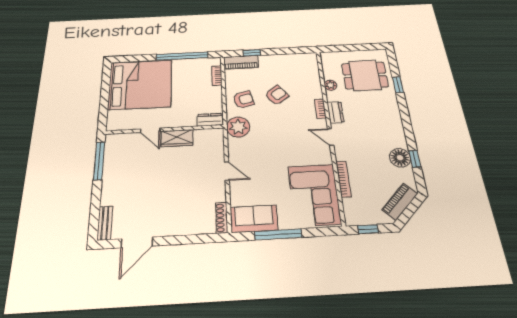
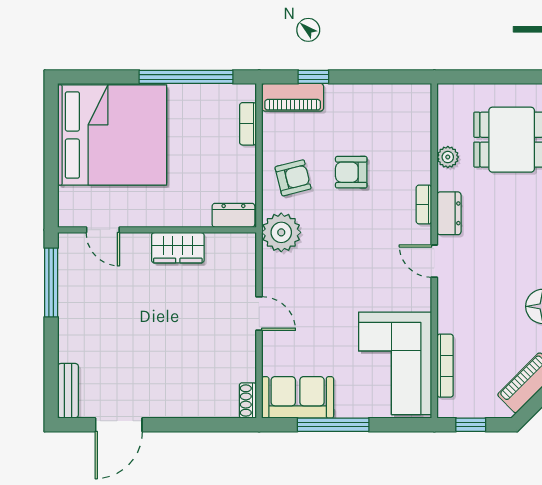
armchair: (277, 95) -> (351, 172), turned -143
door: (150, 130) -> (103, 230), moved
bookcase: (343, 179) -> (445, 366), moved
shoe rack: (222, 218) -> (248, 401), width x0.70

